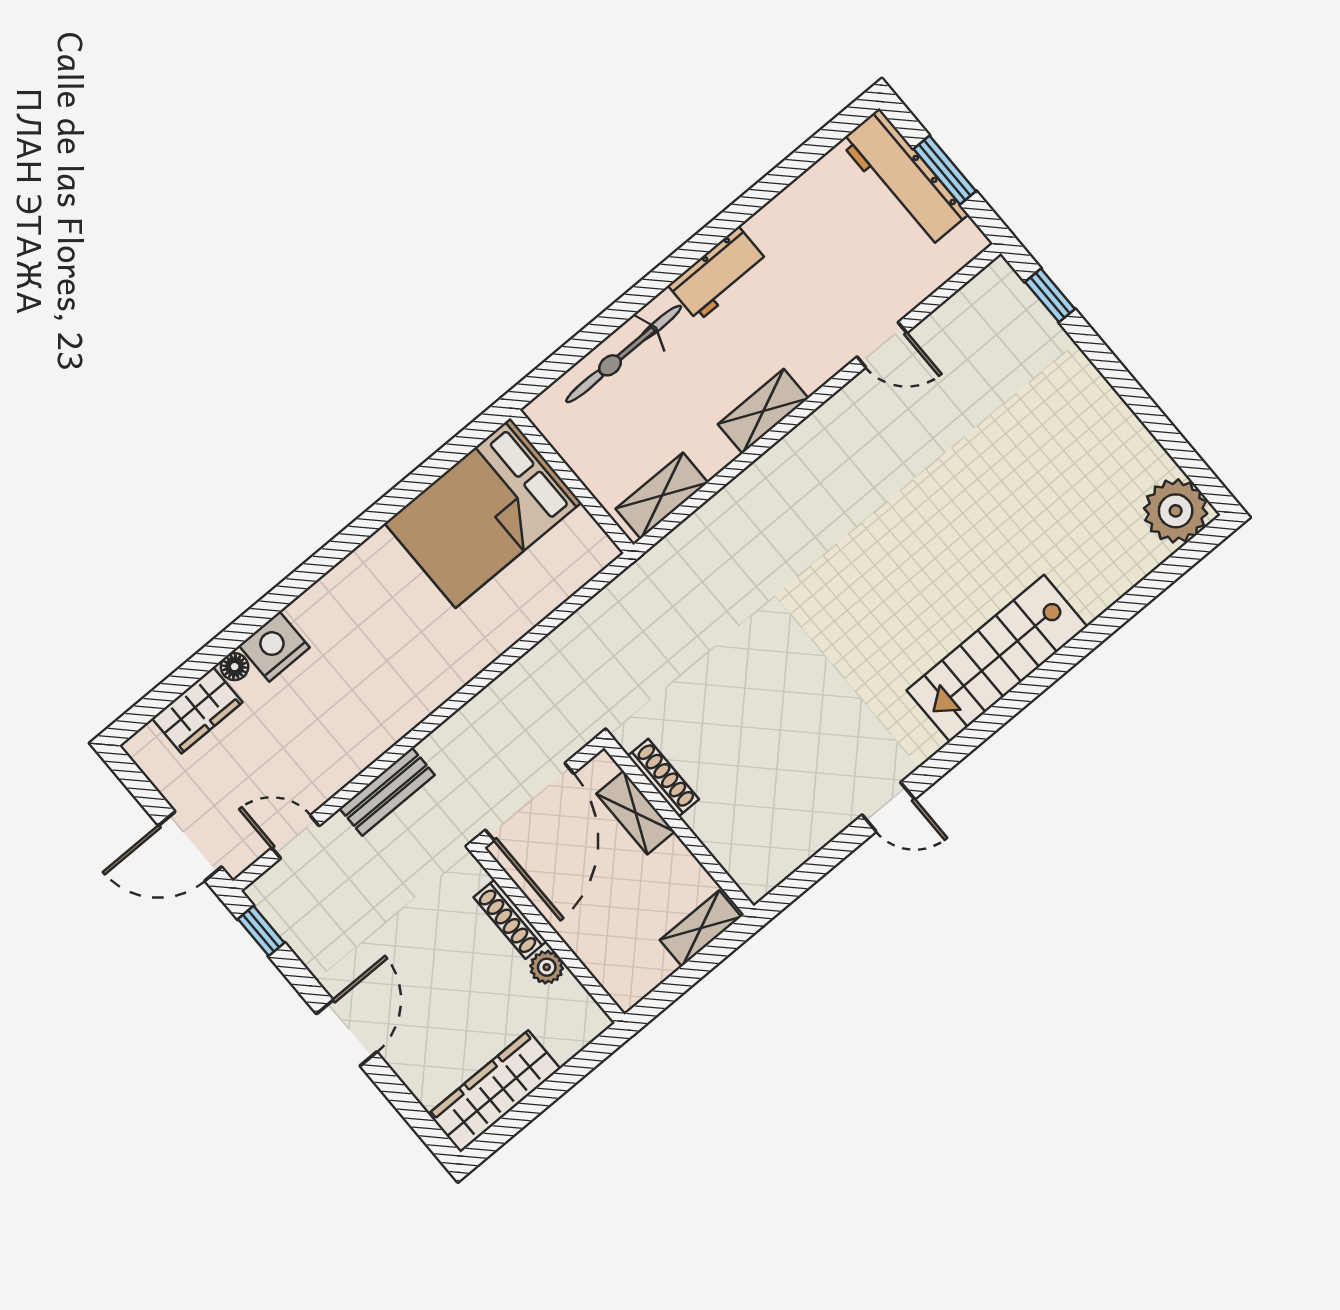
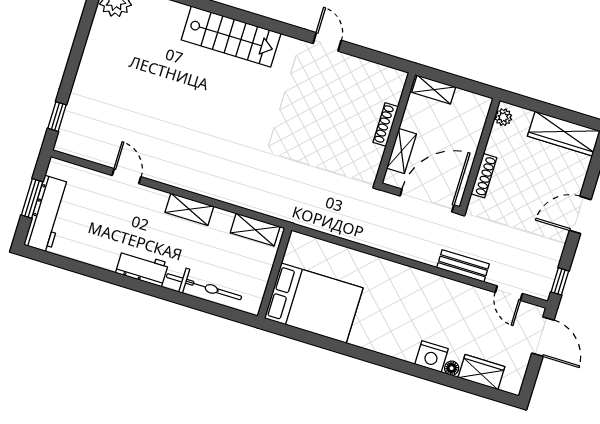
shoe rack: (663, 778) -> (386, 124), moved
plant: (547, 967) -> (503, 117), moved

